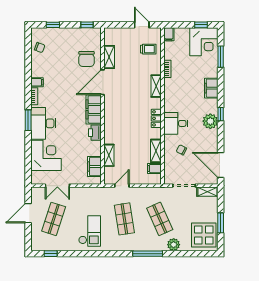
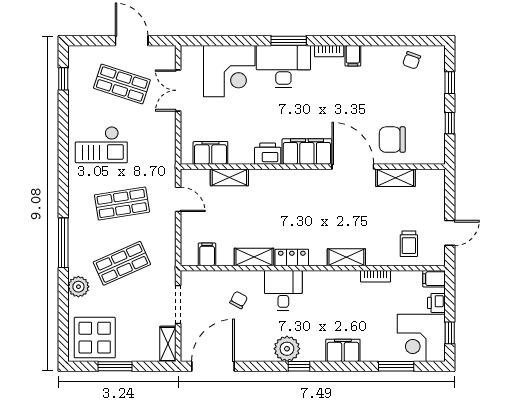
window: (87, 25) -> (450, 123), moved
printer: (183, 33) -> (436, 303), added
shelving: (156, 151) -> (254, 257), moved

